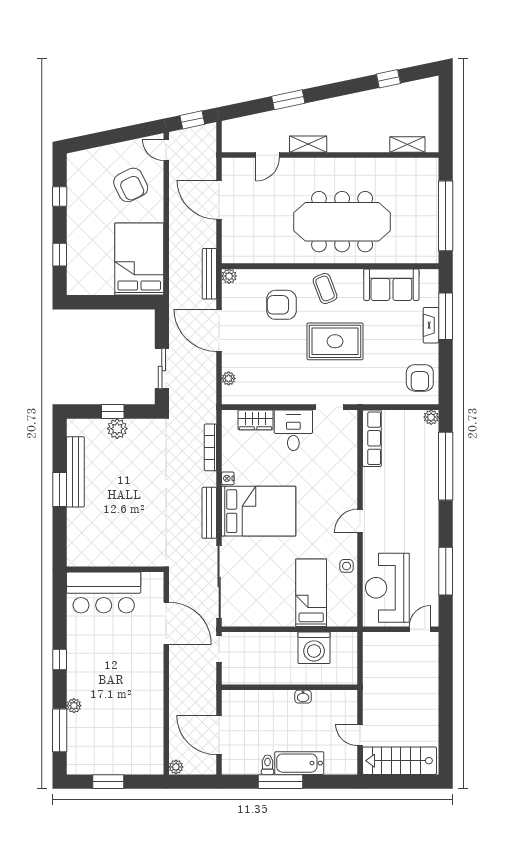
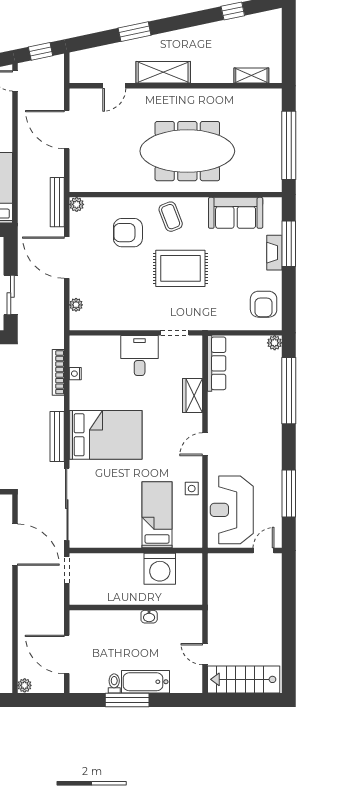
shelving: (308, 144) -> (163, 72), width x1.50, depth x1.33
wardrobe: (256, 420) -> (192, 396), moved, turned 90
nightstand: (228, 478) -> (75, 374), moved

